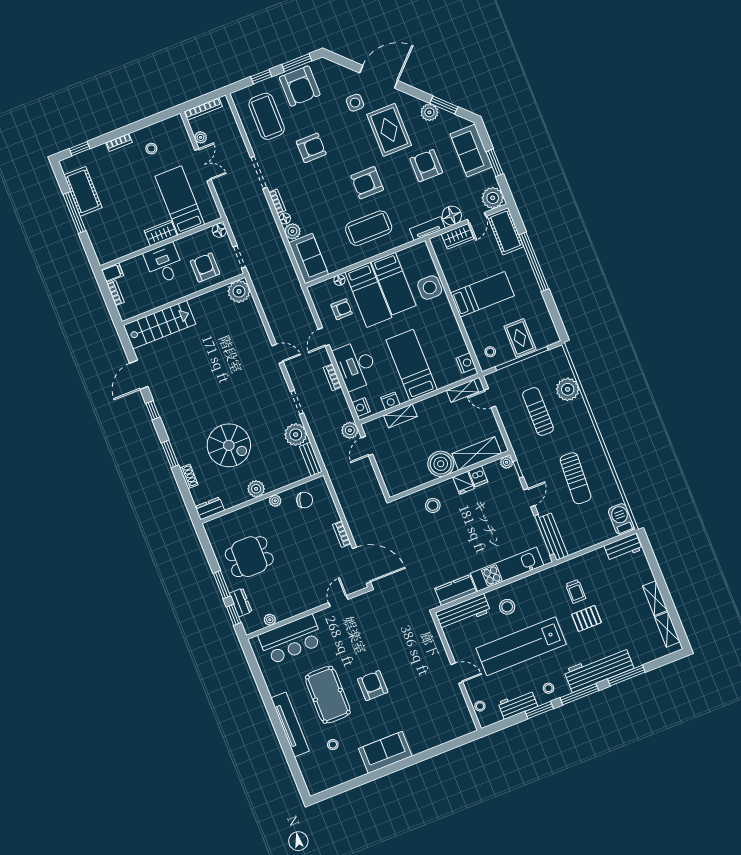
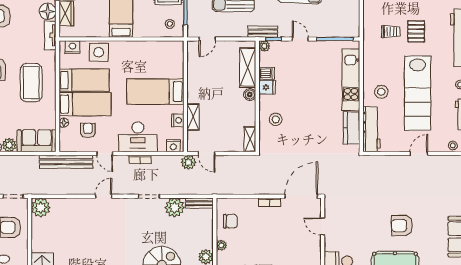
bench: (299, 299) -> (66, 162), added
nightstand: (466, 363) -> (72, 47), moved
shelving: (462, 391) -> (250, 139), moved
boiler: (441, 464) -> (250, 95), width x0.54, depth x0.54
chair: (305, 500) -> (230, 221), turned 73
bench: (554, 537) -> (263, 32), moved, width x0.73

